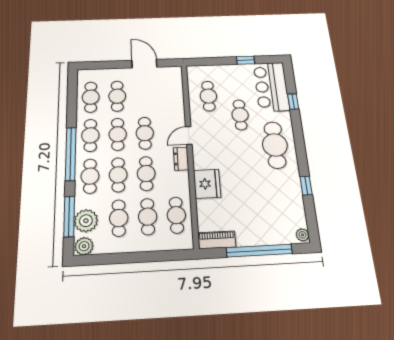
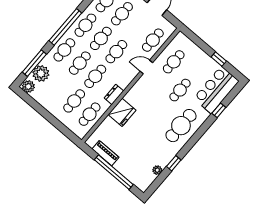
door: (189, 135) -> (146, 67), moved
dresser: (181, 159) -> (114, 95), moved
cafe table: (119, 218) -> (153, 40), moved
plant: (302, 235) -> (157, 170), moved
piano: (217, 240) -> (106, 153), moved

